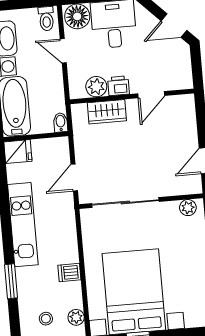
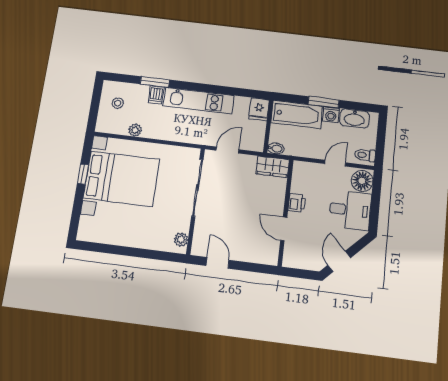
plant: (96, 87) -> (300, 184), removed
wardrobe: (107, 112) -> (273, 167), moved, turned -90
door: (74, 178) -> (228, 150), hinge flipped
dishwasher: (69, 273) -> (156, 95), moved, turned 180
plant: (76, 317) -> (135, 130), moved

